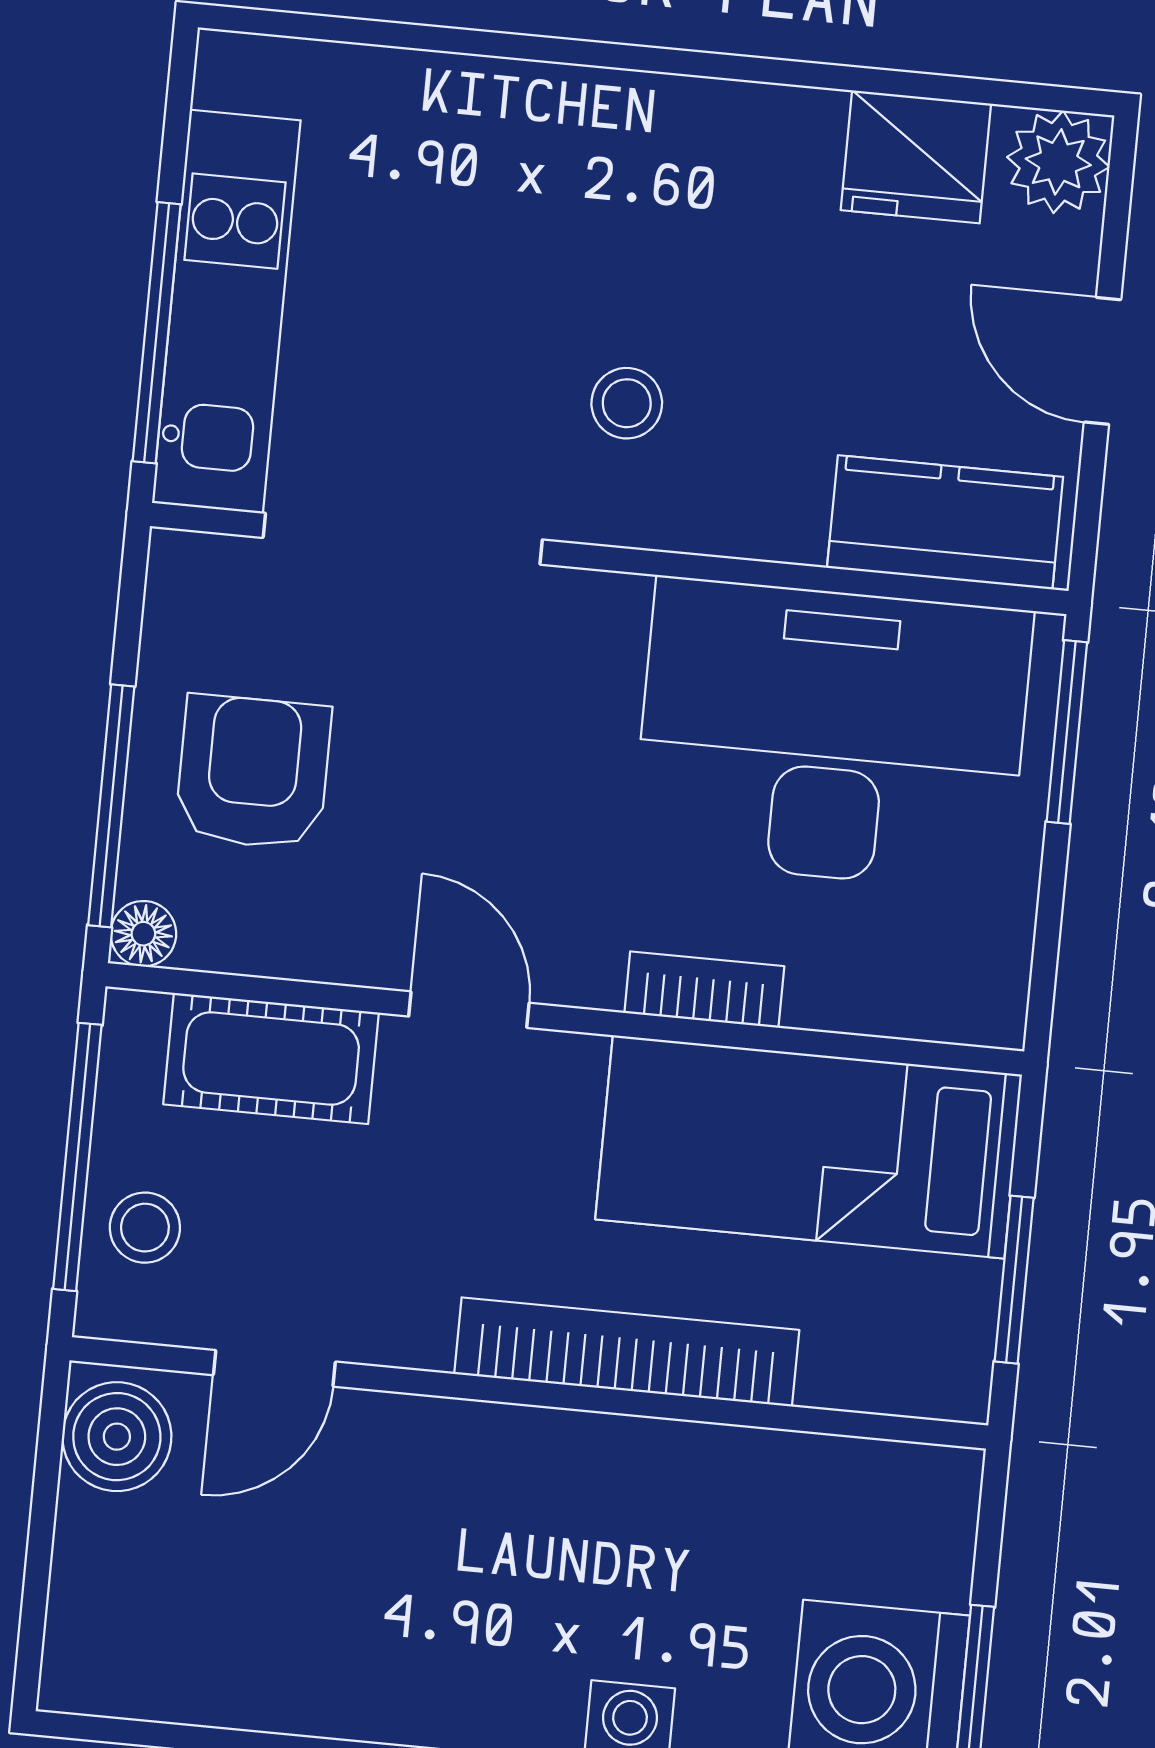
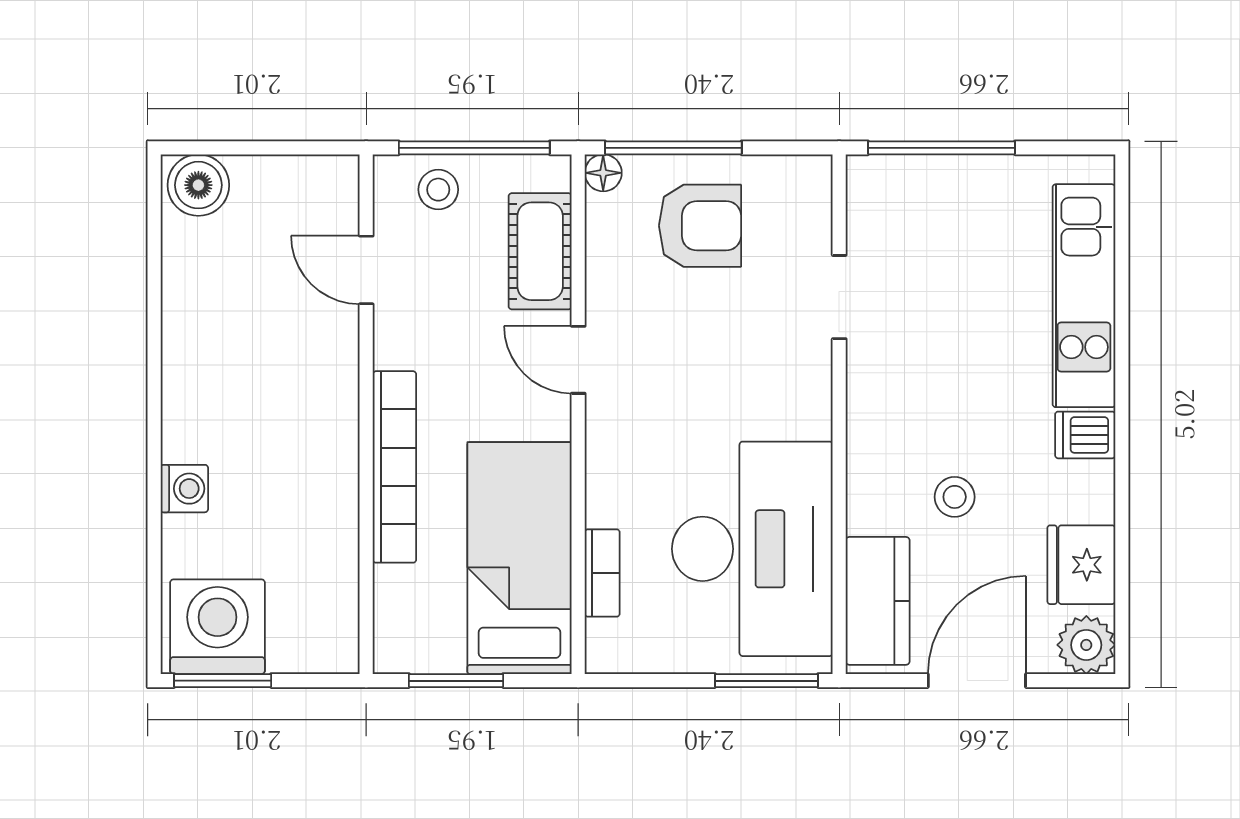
dishwasher: (688, 128) -> (1085, 435), added
kitchen unit: (226, 312) -> (1084, 296), moved, turned 90
door: (1103, 361) -> (977, 681), width x1.38
stool: (627, 403) -> (955, 497), moved
doorway: (403, 539) -> (839, 297), width x0.53
bookcase: (704, 990) -> (602, 573), moved
door: (469, 1010) -> (578, 360), swing flipped
boiler: (117, 1437) -> (198, 185), moved

